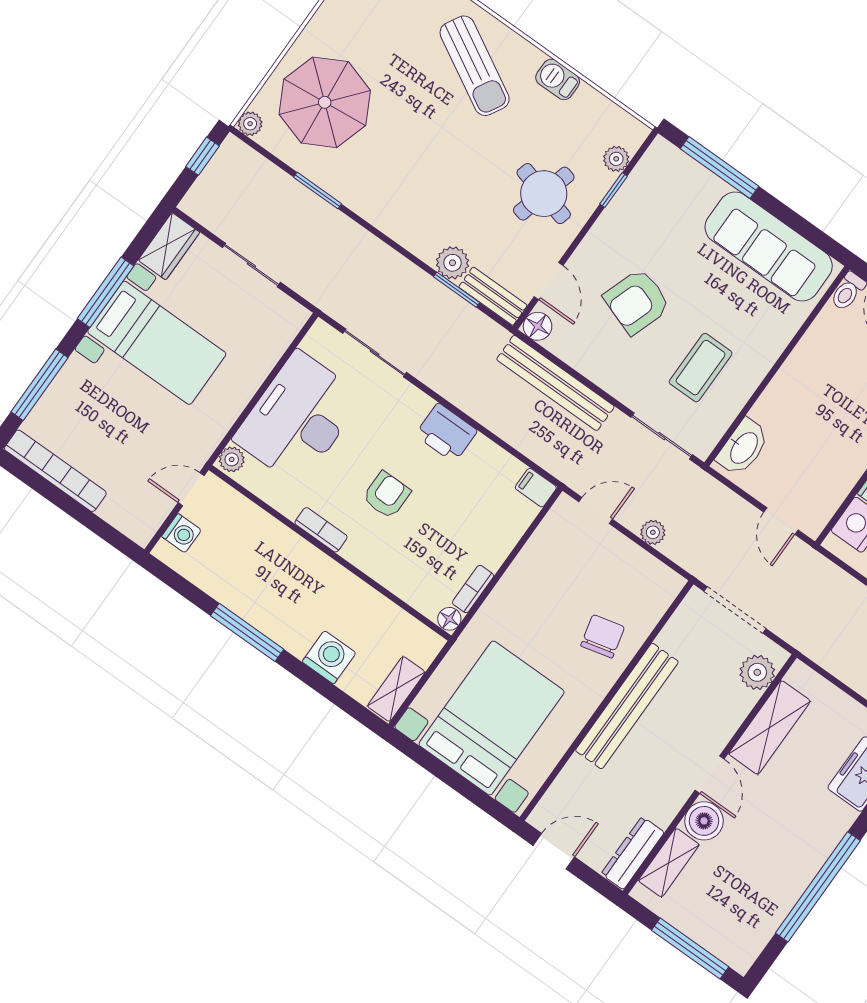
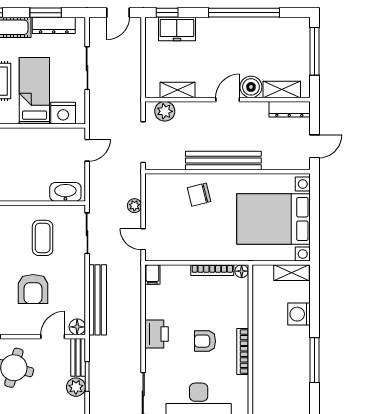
armchair: (637, 301) -> (33, 289), turned 71
coffee table: (701, 368) -> (43, 238), turned 90
bookcase: (321, 530) -> (243, 352), width x1.56
bookcase: (473, 589) -> (212, 270), width x1.56
shelving: (770, 727) -> (178, 90), width x0.67, depth x0.75
door: (554, 851) -> (314, 146), swing flipped

